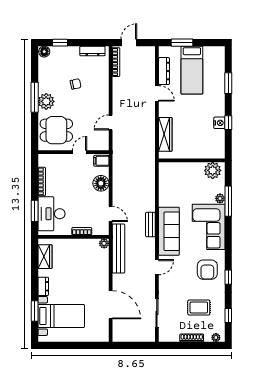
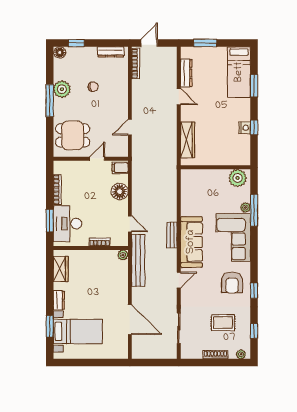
bed: (192, 70) -> (239, 72), moved
plant: (46, 101) -> (62, 89), moved

